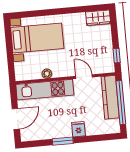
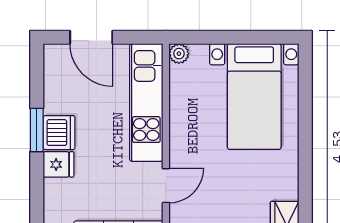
plant: (47, 74) -> (179, 54), moved
dishwasher: (63, 130) -> (59, 133), added

